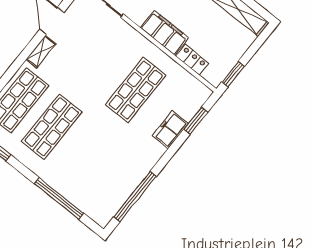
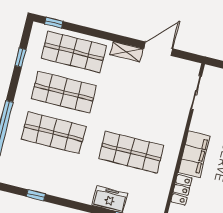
shop shelf: (85, 153) -> (54, 133), added
window: (135, 197) -> (36, 195), width x0.32

